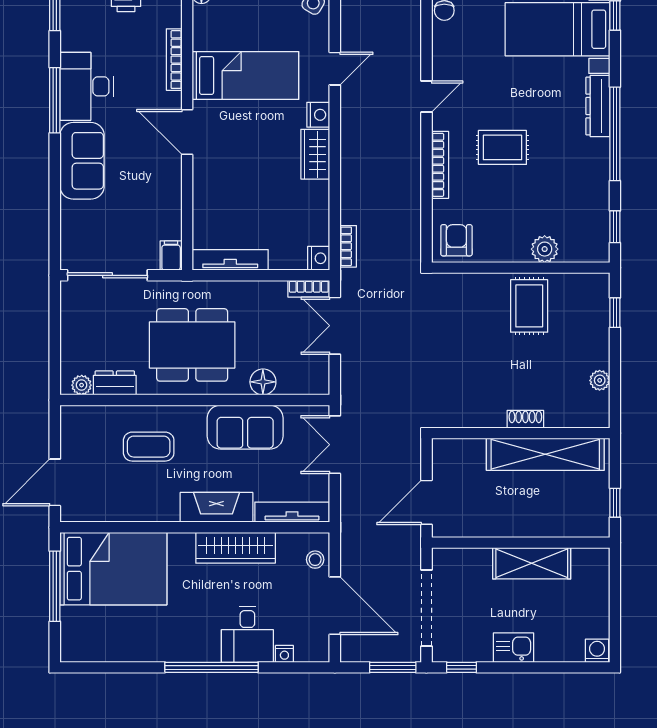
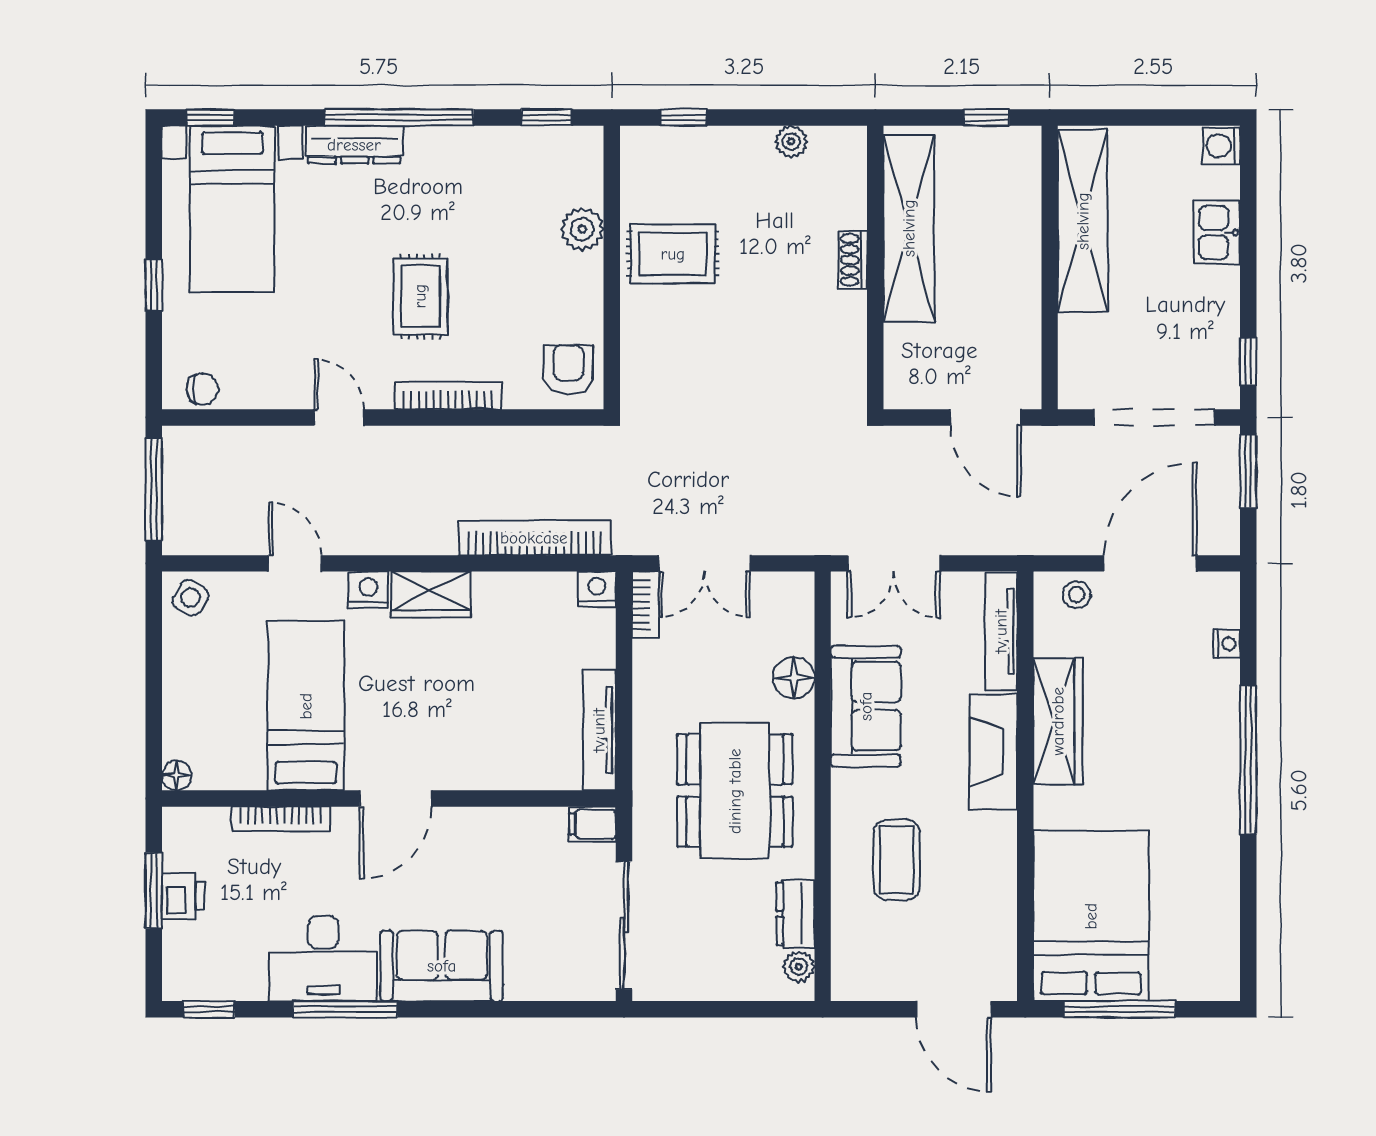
armchair: (456, 240) -> (568, 370), turned 90
bookcase: (348, 246) -> (534, 538), width x2.31, depth x1.31
shelving: (532, 563) -> (1083, 221), width x1.47
desk: (247, 634) -> (1195, 702), removed
kitchen sink: (514, 648) -> (1217, 232), moved

